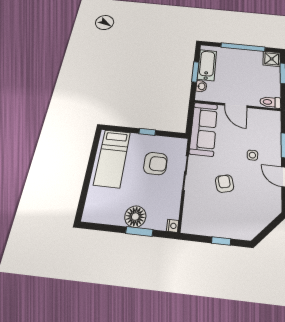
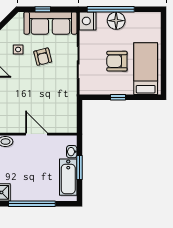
sofa: (204, 129) -> (50, 23), moved, turned -90
side table: (252, 155) -> (18, 49), moved
armchair: (155, 163) -> (117, 61), moved
nightstand: (173, 226) -> (88, 21), width x1.89, depth x1.79
window: (139, 232) -> (111, 9), width x2.11

